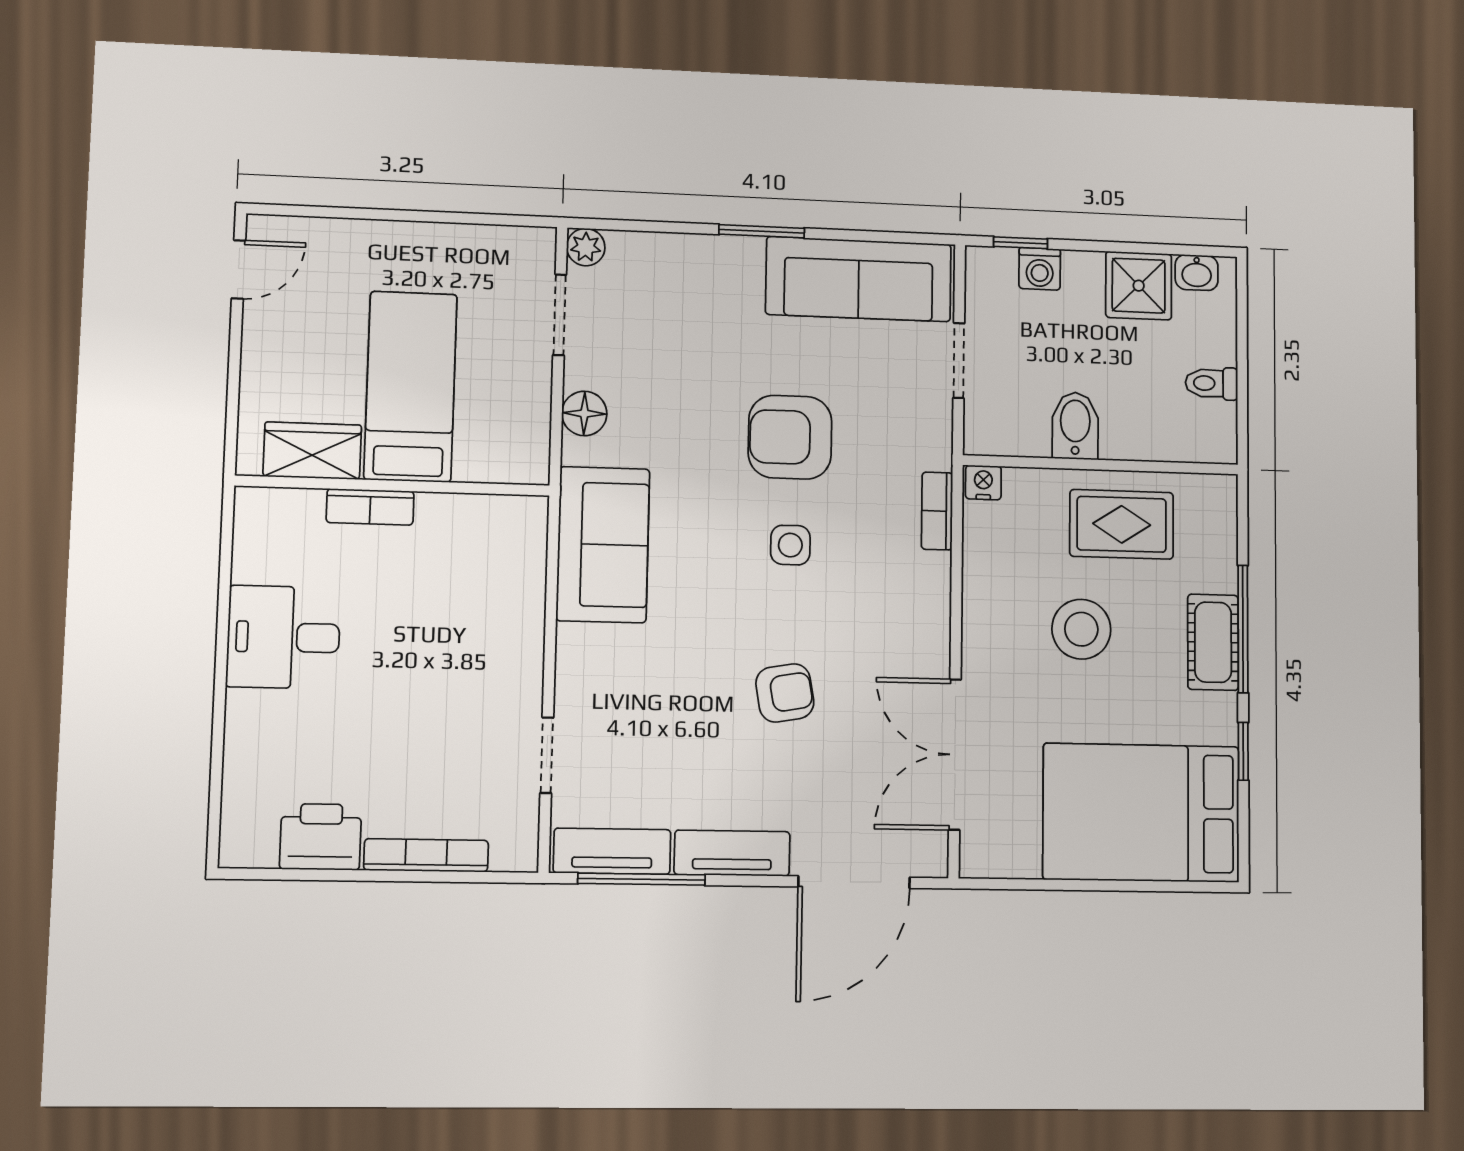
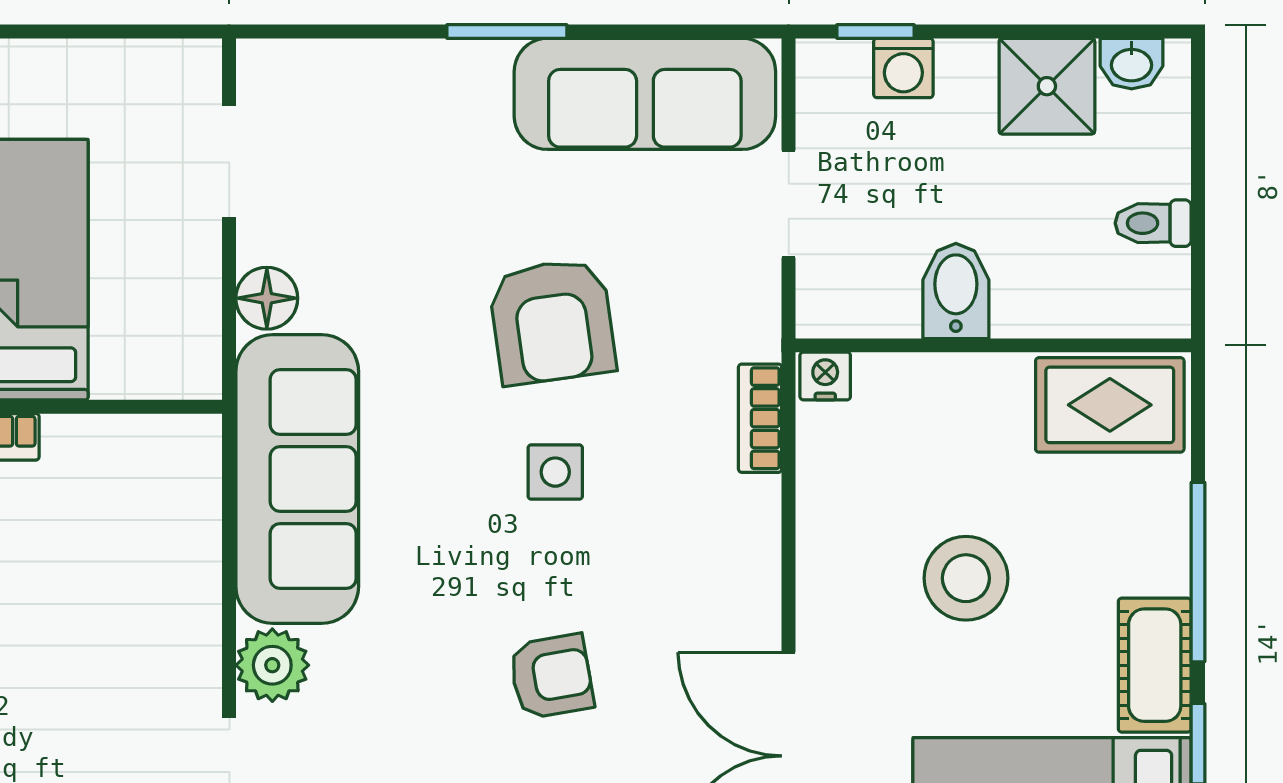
plant: (586, 247) -> (272, 665), moved, width x1.38, depth x1.38
armchair: (790, 437) -> (552, 321), turned -98
rug: (1122, 524) -> (1110, 405), moved
sofa: (603, 545) -> (297, 479), width x1.36
cot: (1213, 642) -> (1155, 665), moved

